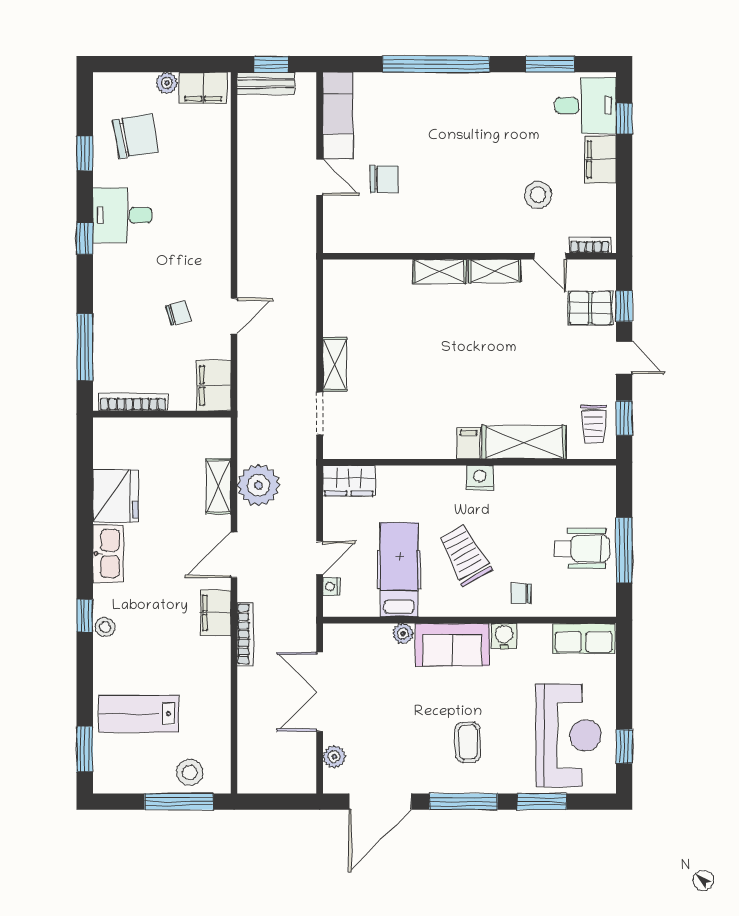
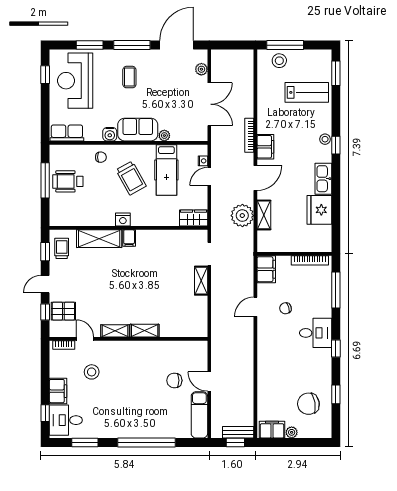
desk: (122, 215) -> (316, 333), moved
door: (624, 358) -> (45, 284), hinge flipped

